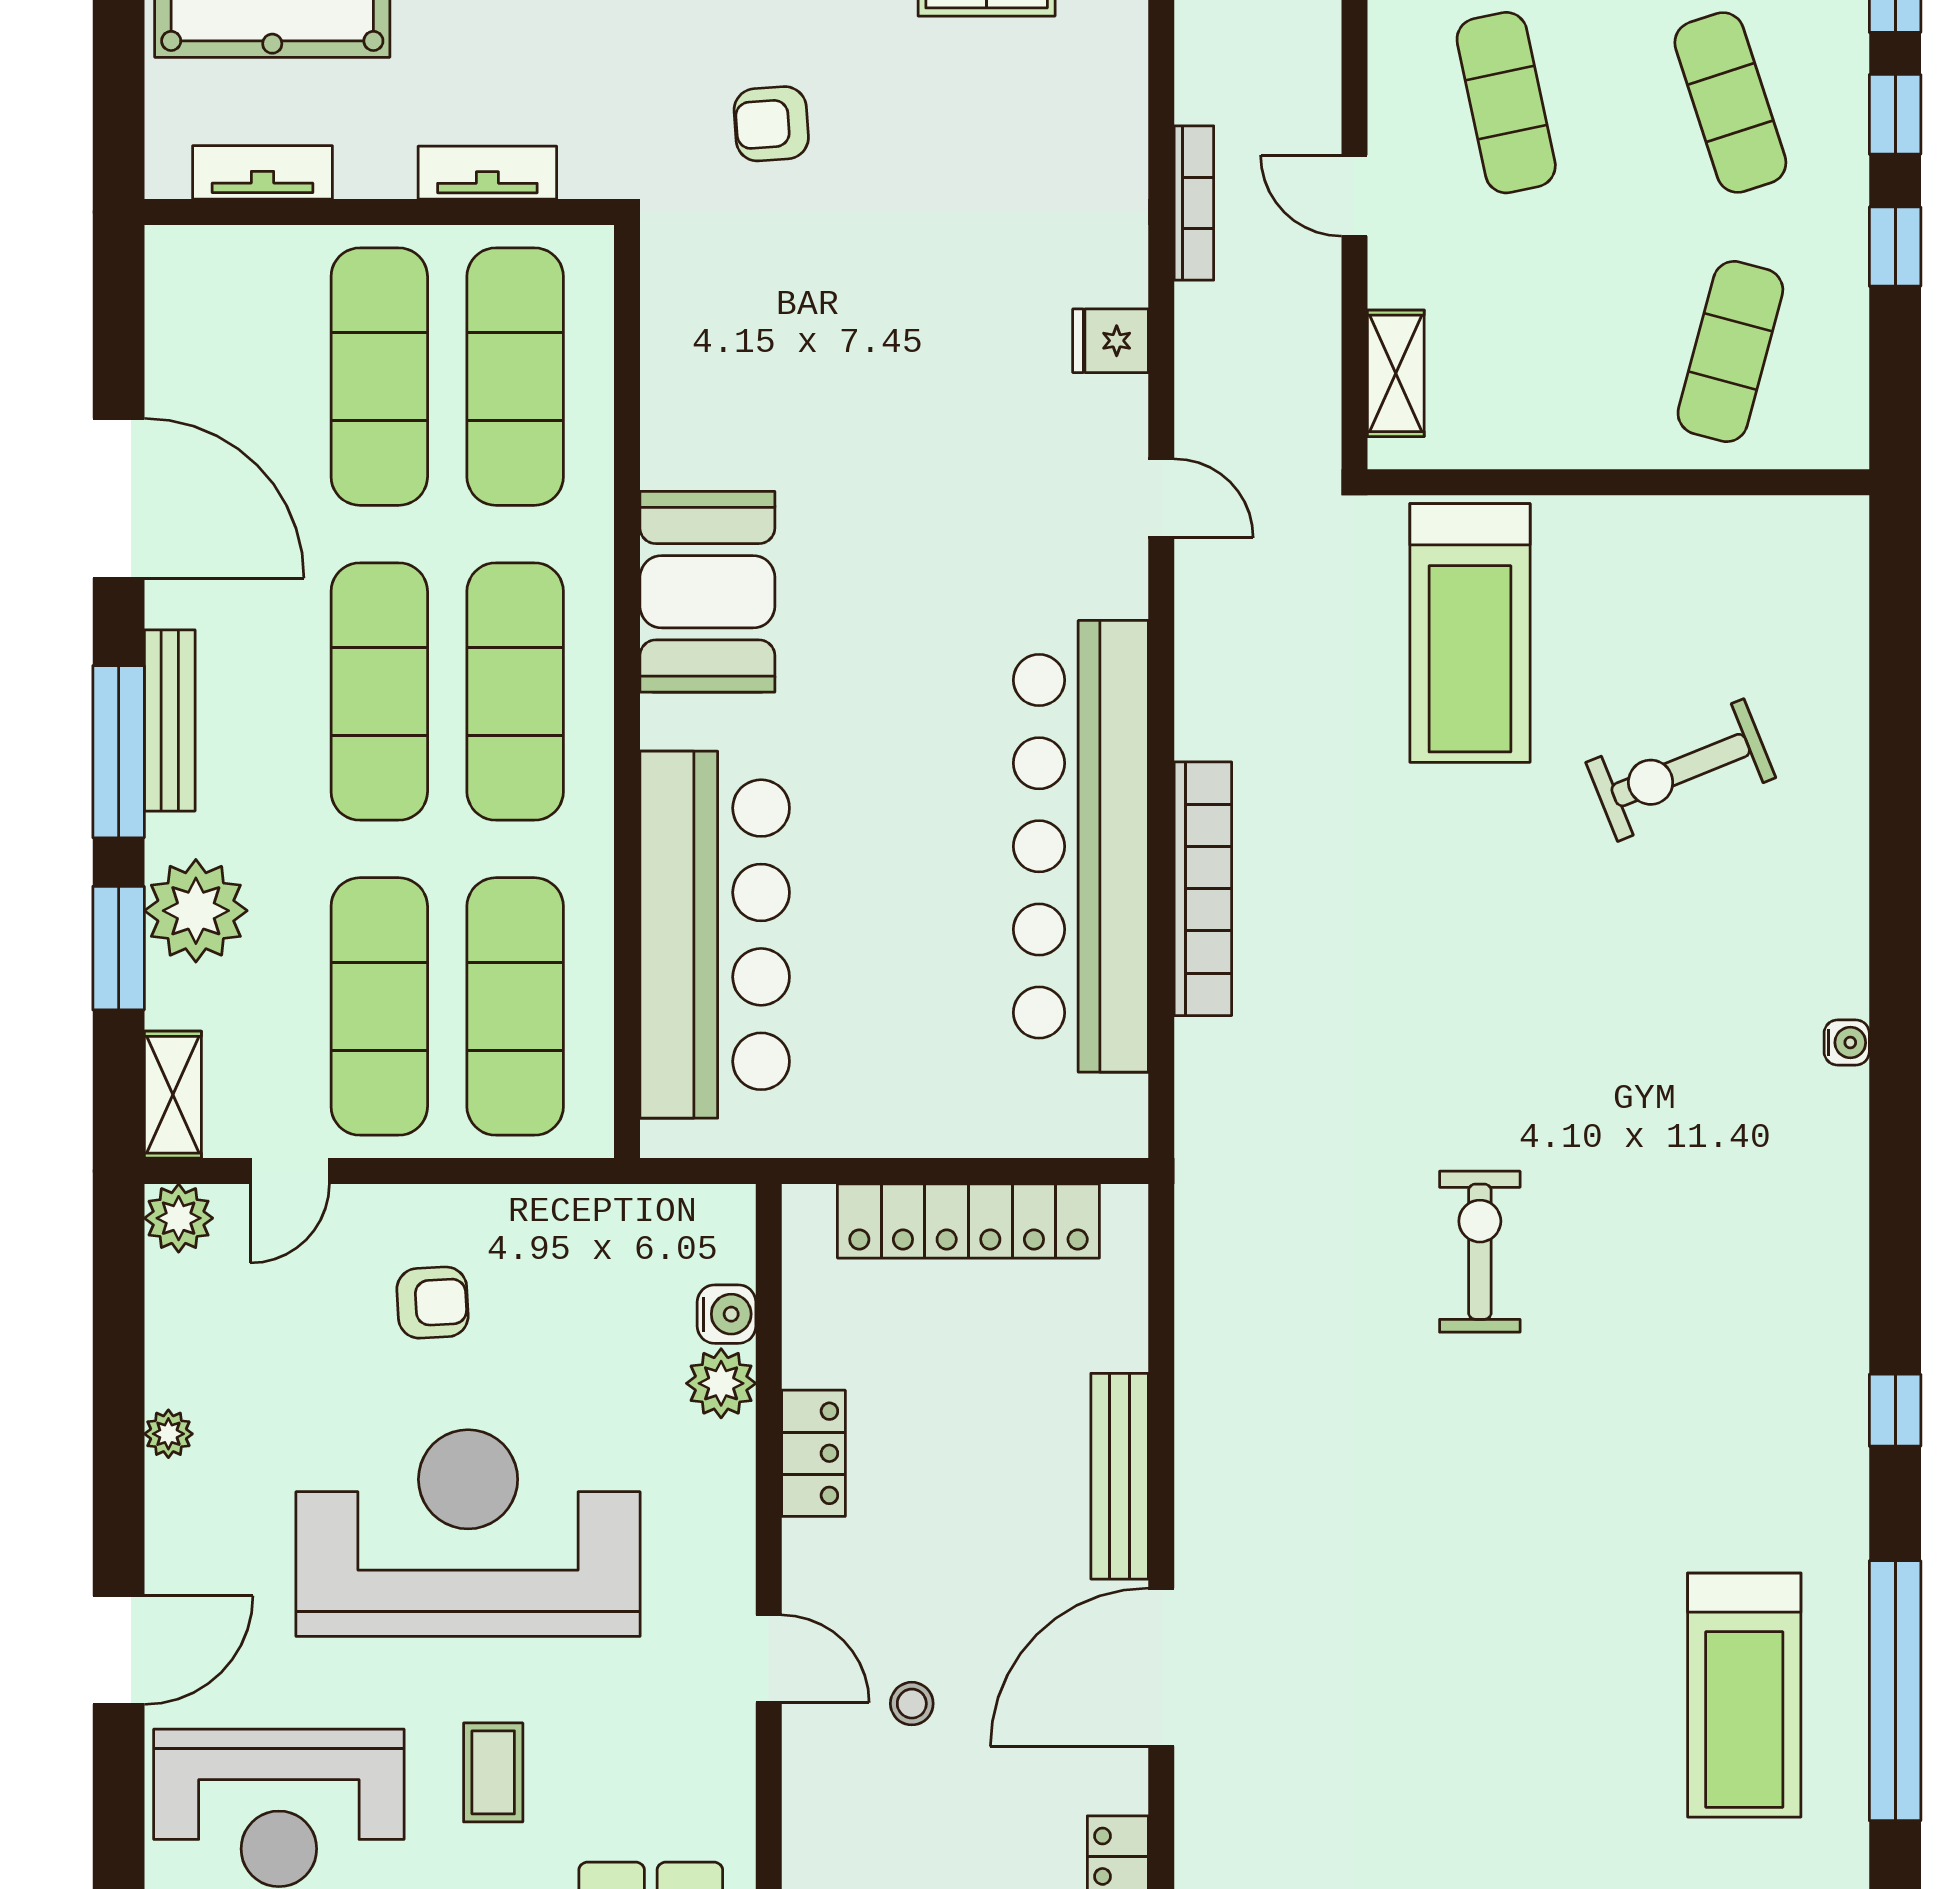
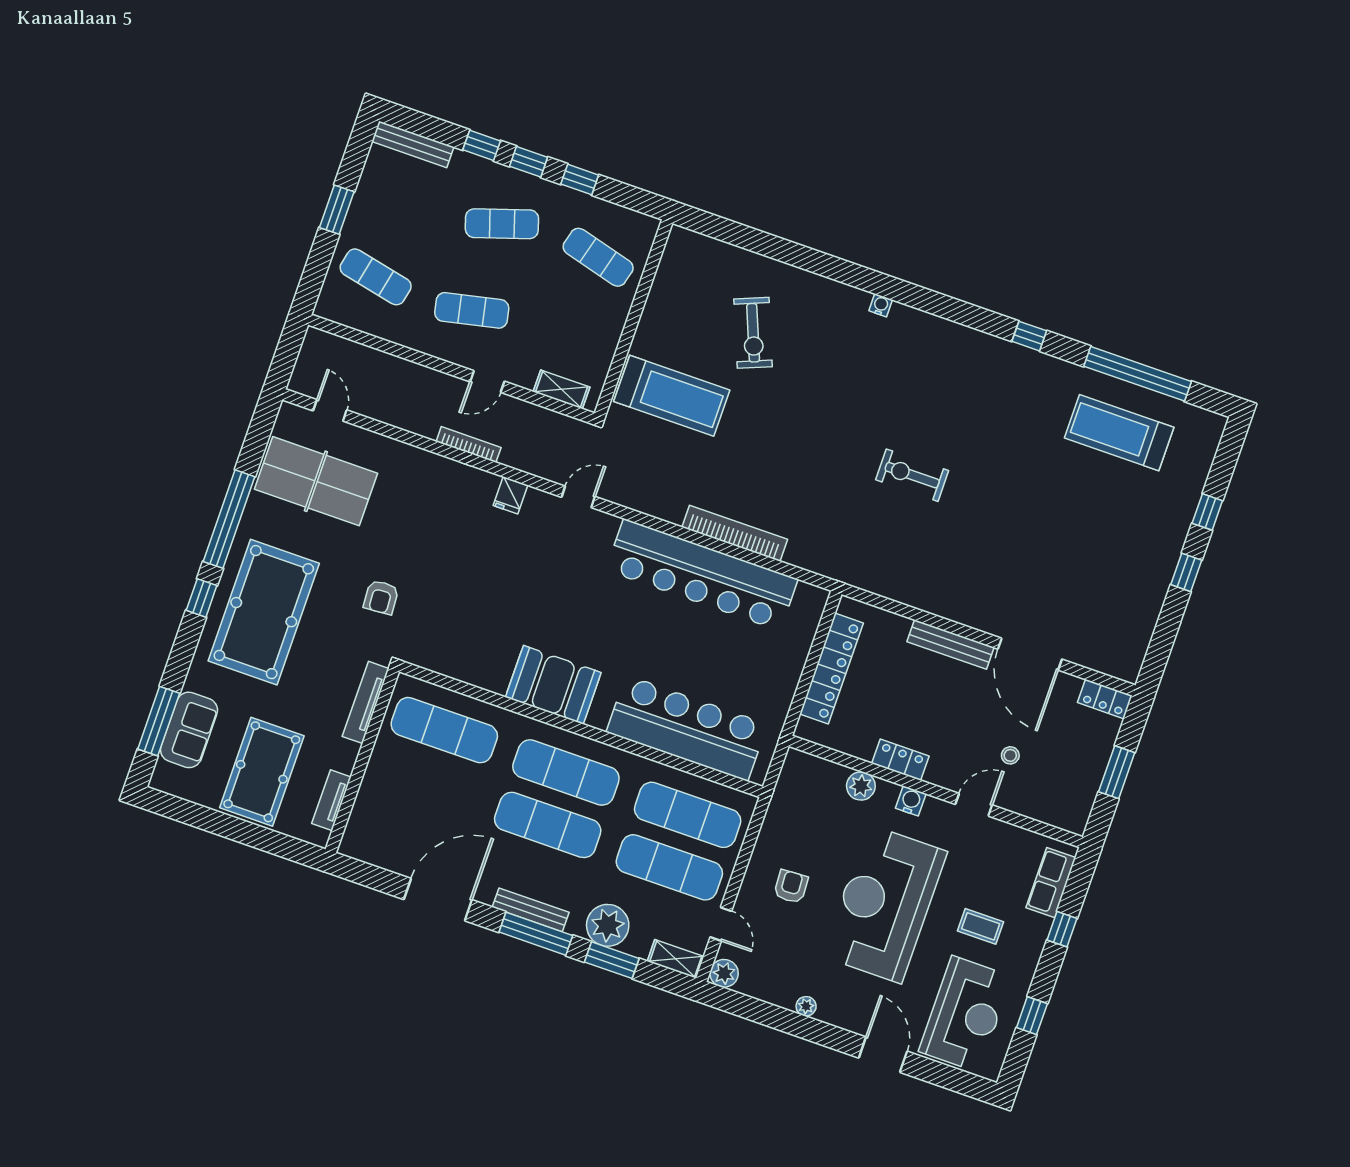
tv unit: (487, 173) -> (366, 702), width x1.41
exercise mat: (379, 377) -> (426, 783), removed
water cooler: (727, 1314) -> (911, 801), moved
treadmill: (1744, 1695) -> (1119, 433), turned 180

